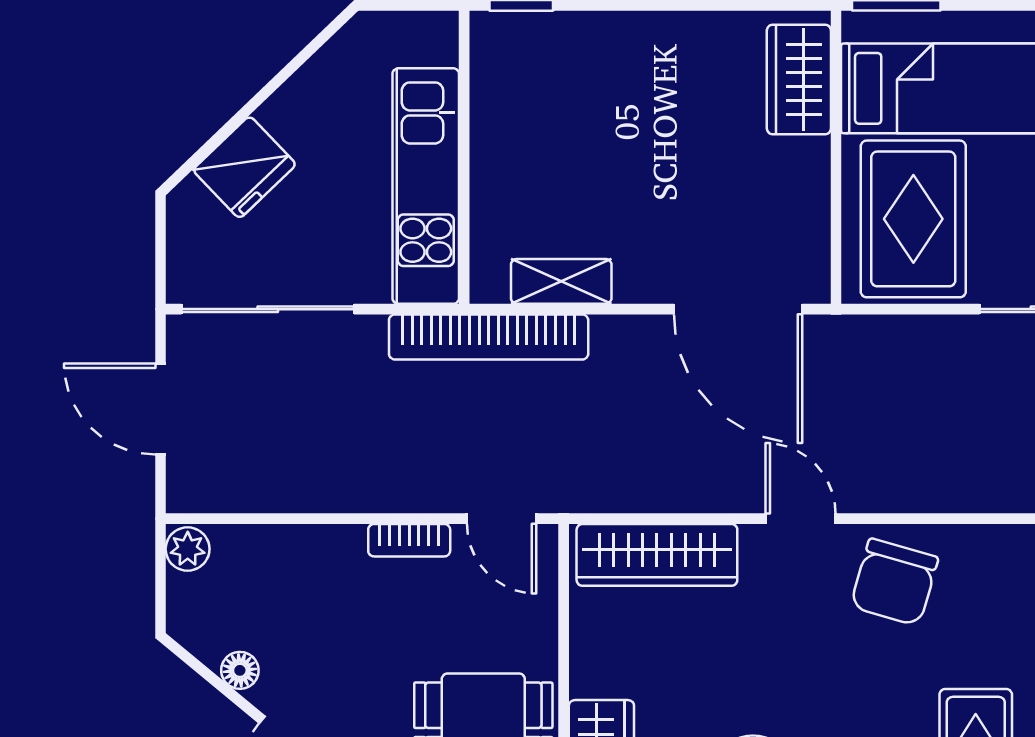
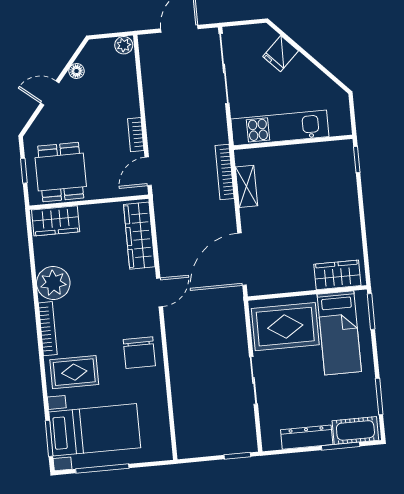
fridge: (245, 167) -> (281, 54), width x0.72
bookcase: (489, 337) -> (225, 172), width x0.68, depth x0.76
chair: (894, 582) -> (139, 353), moved, turned -106

